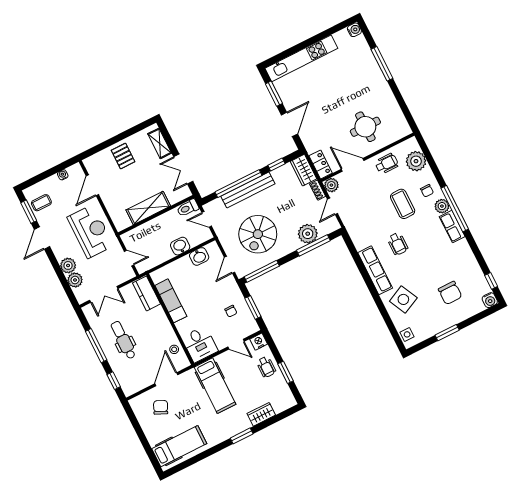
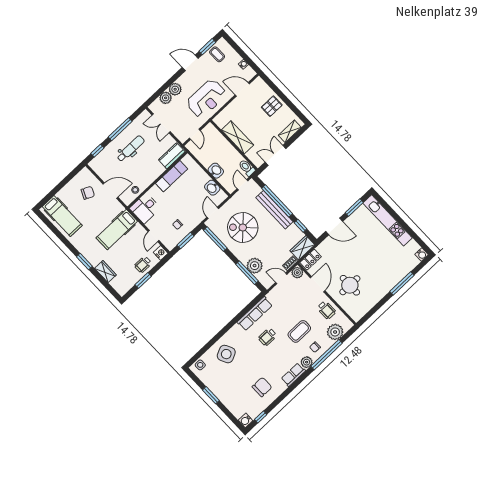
window: (455, 209) -> (327, 355), moved
door: (229, 265) -> (213, 213), hinge flipped
row of seats: (375, 270) -> (255, 314), moved
chair: (450, 293) -> (262, 387), moved, turned 180

